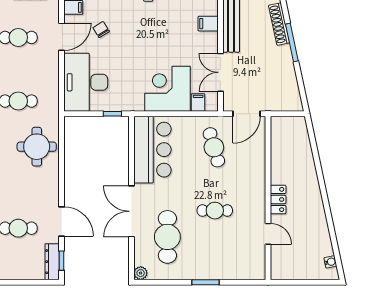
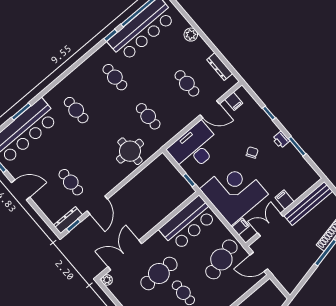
filing cabinet: (208, 24) -> (285, 200), moved
chair: (101, 30) -> (252, 153), moved
corner desk: (167, 89) -> (234, 192), width x1.36, depth x1.36
cafe table: (214, 147) -> (221, 259), width x1.37, depth x1.35
double door: (131, 211) -> (125, 255), moved
cafe table: (167, 237) -> (159, 273), moved

